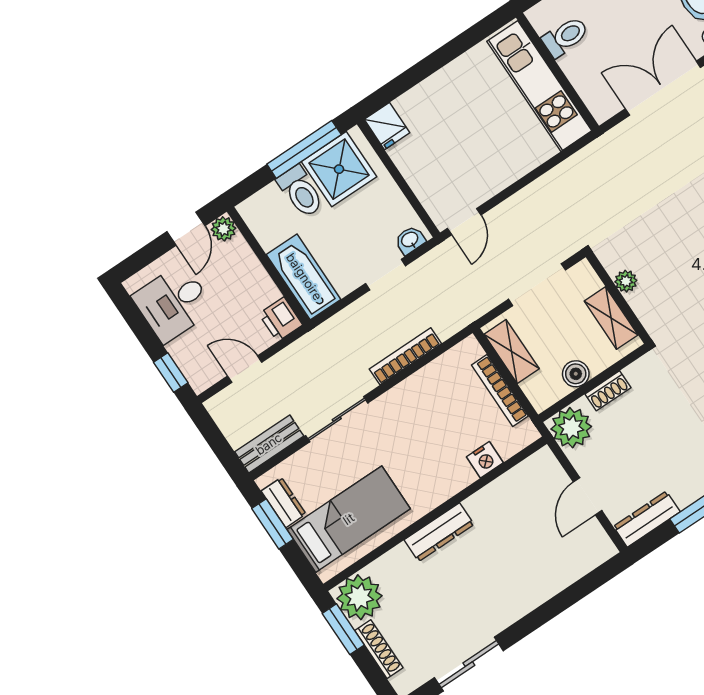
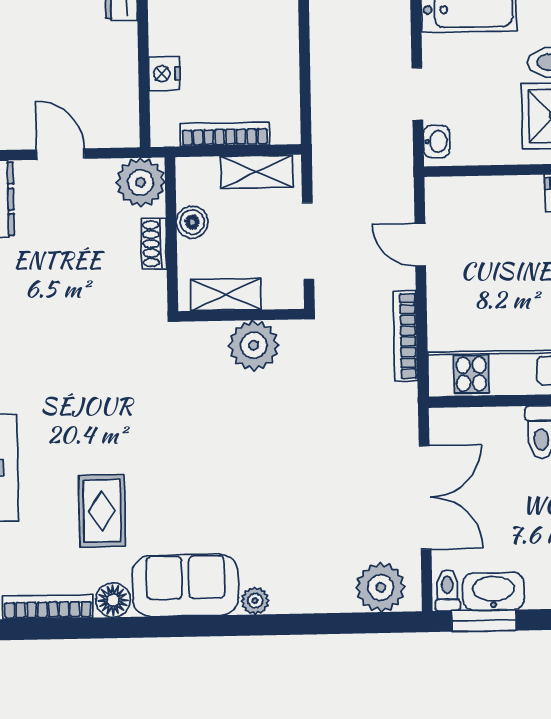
door: (464, 222) -> (420, 244), moved
plant: (626, 281) -> (254, 345), width x1.88, depth x1.88
bookcase: (405, 356) -> (405, 336), moved, turned 180

